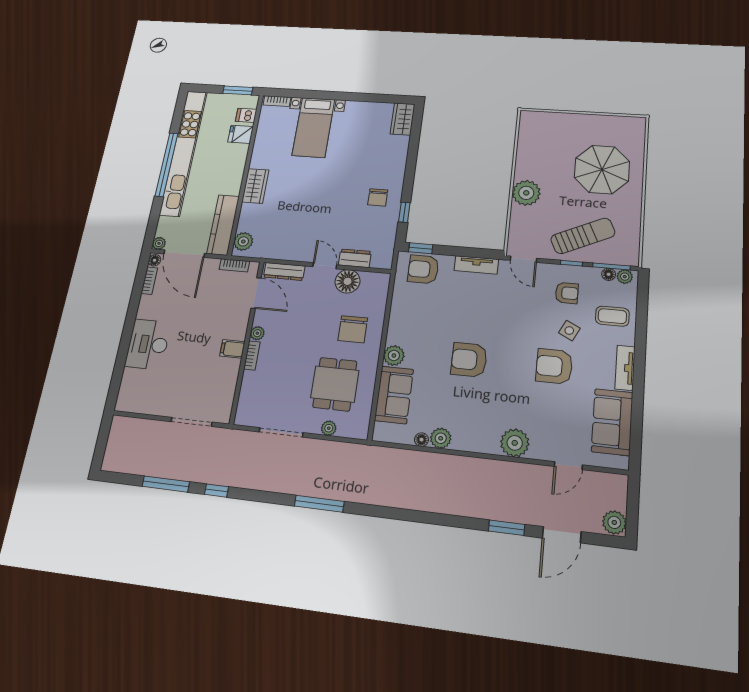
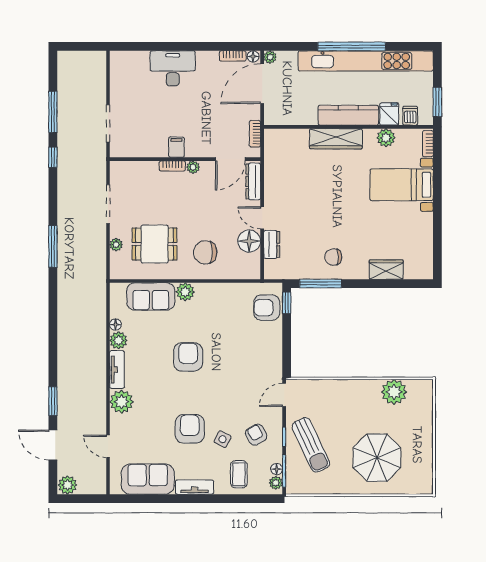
wardrobe: (403, 119) -> (386, 270), moved
wardrobe: (255, 186) -> (336, 139), width x1.50
plant: (526, 193) -> (394, 392), moved
window: (404, 212) -> (320, 284), width x2.17
kitchen counter: (223, 225) -> (348, 115), moved
plant: (243, 241) -> (386, 138), moved
tv unit: (476, 265) -> (117, 370), moved, turned 180
door: (325, 266) -> (262, 218), swing flipped
armchair: (423, 269) -> (267, 308), turned -90
armchair: (567, 293) -> (256, 435), turned 151

